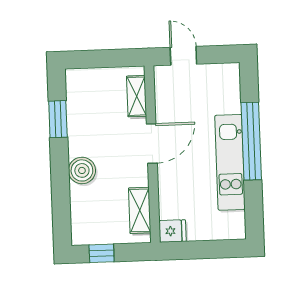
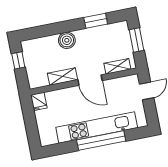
window: (99, 59) -> (137, 40), added
kitchen unit: (230, 162) -> (97, 128), width x1.36
shelving: (140, 210) -> (63, 76), moved

